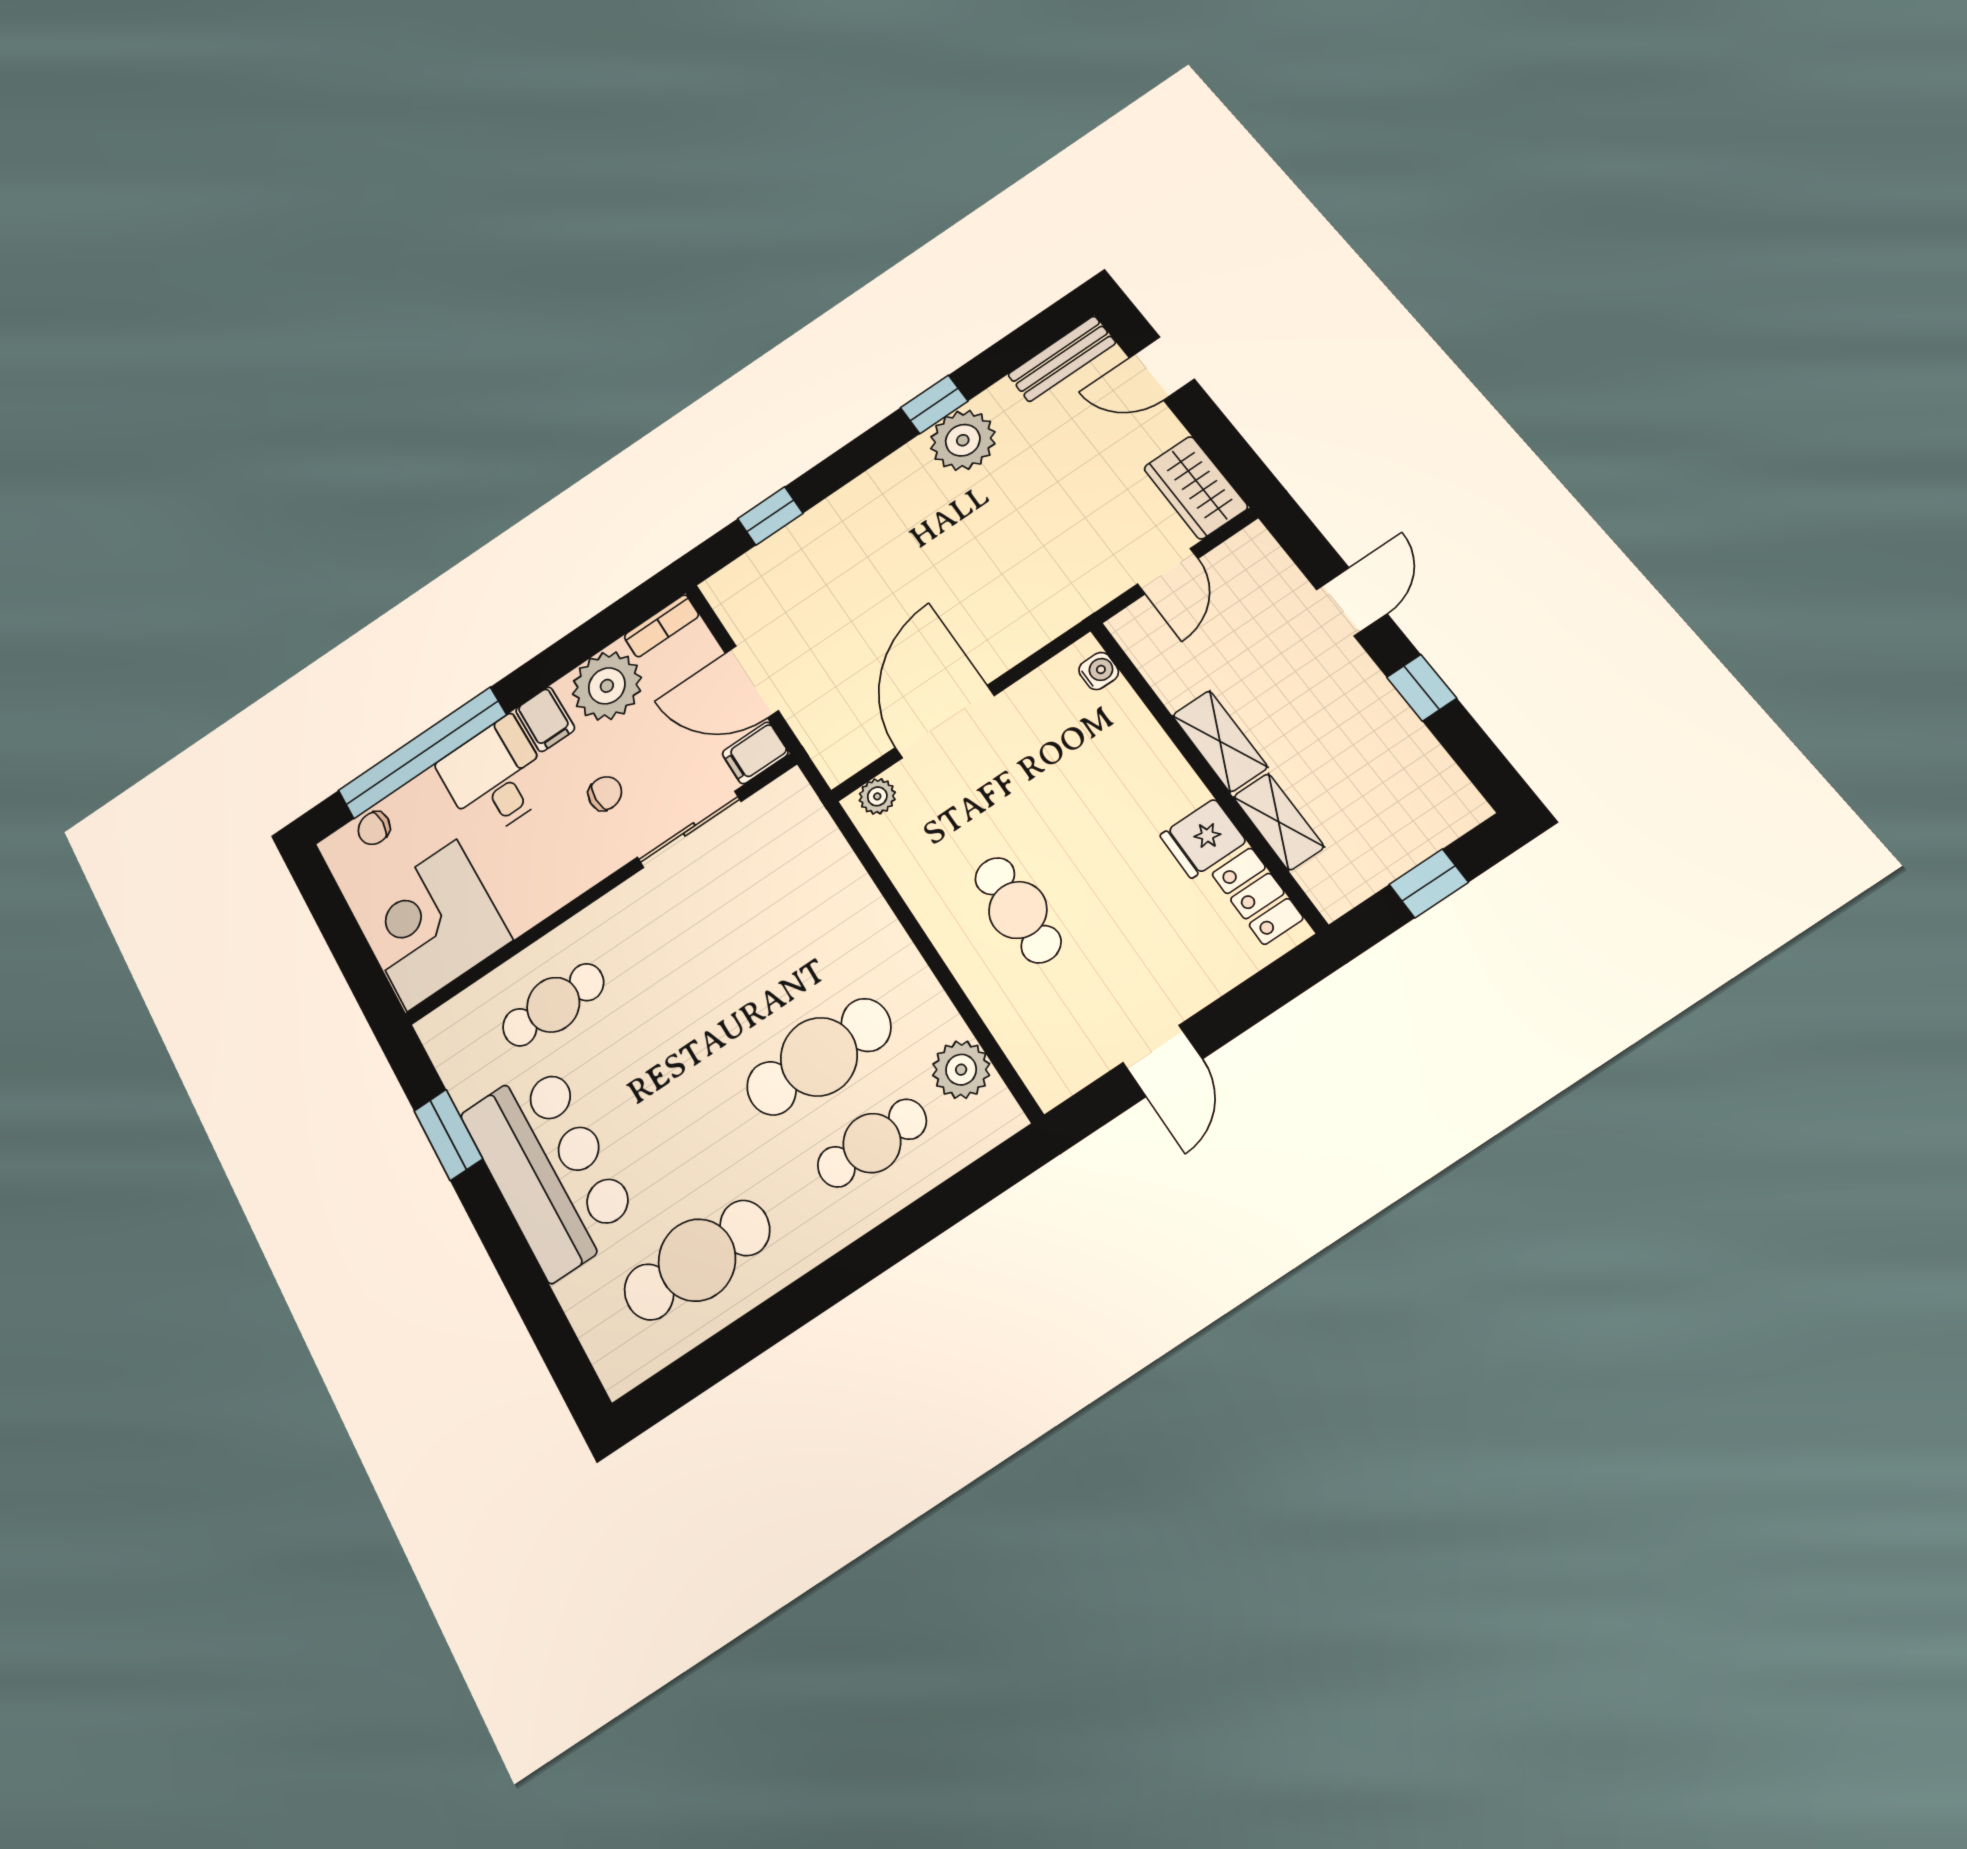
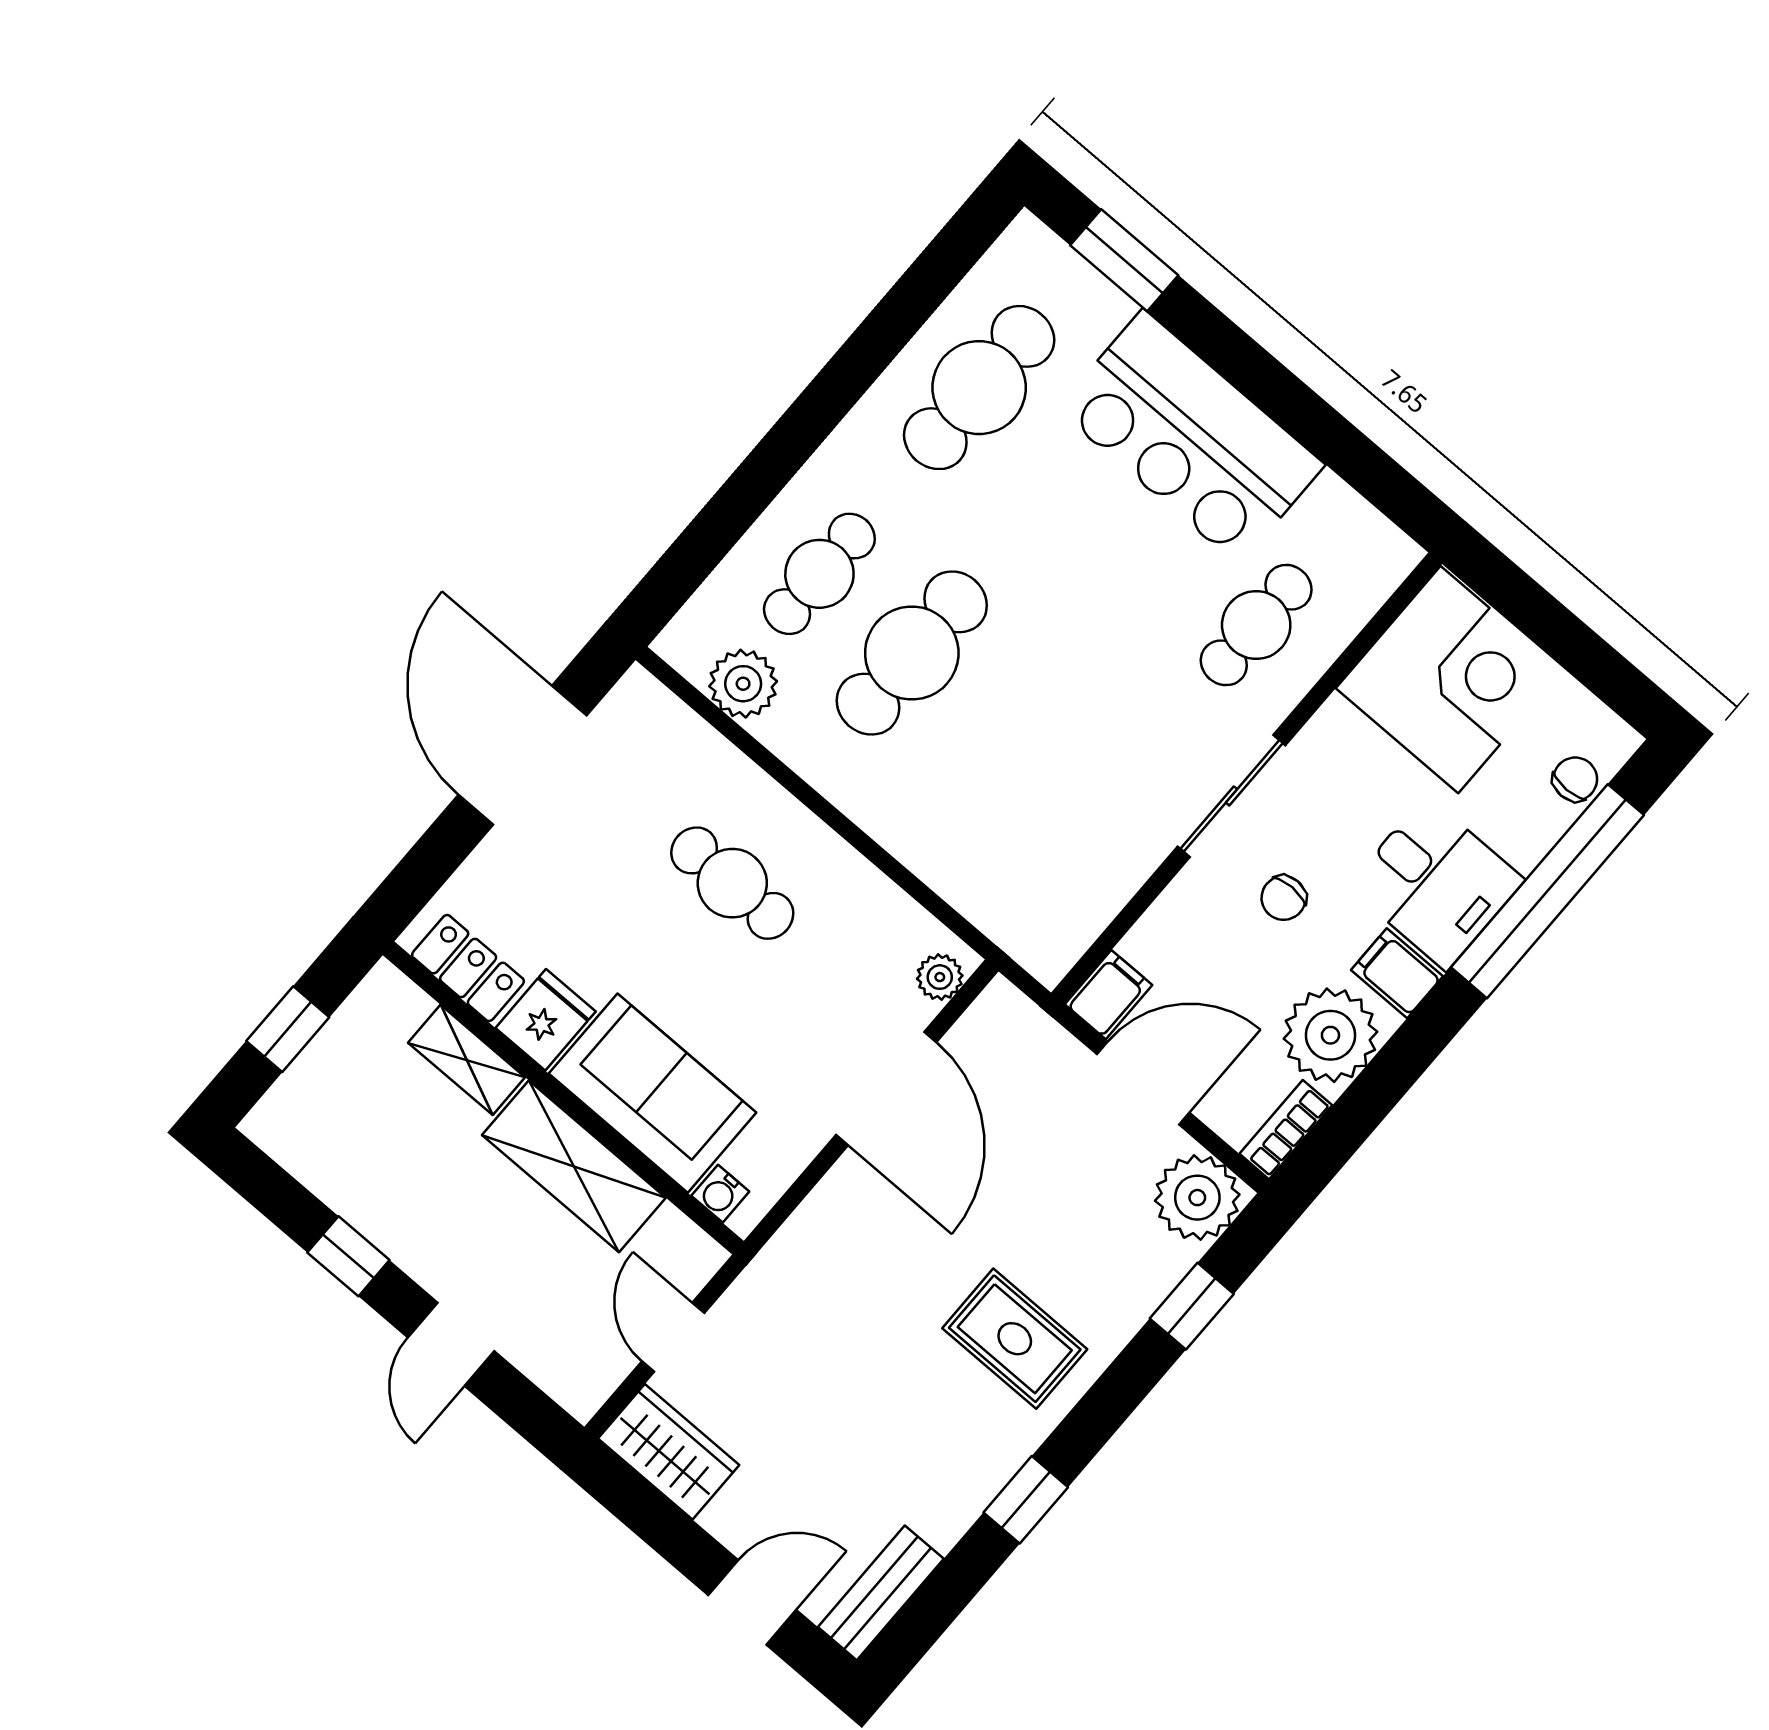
plant: (963, 440) -> (1197, 1198), moved
rug: (906, 518) -> (1015, 1339), added
shelving: (1220, 741) -> (574, 1166), width x1.50, depth x1.33
sofa: (1131, 760) -> (653, 1093), added
sliding door: (689, 829) -> (1232, 796), moved
door: (1163, 1061) -> (523, 755), width x1.87
window: (448, 1135) -> (1124, 260), moved

